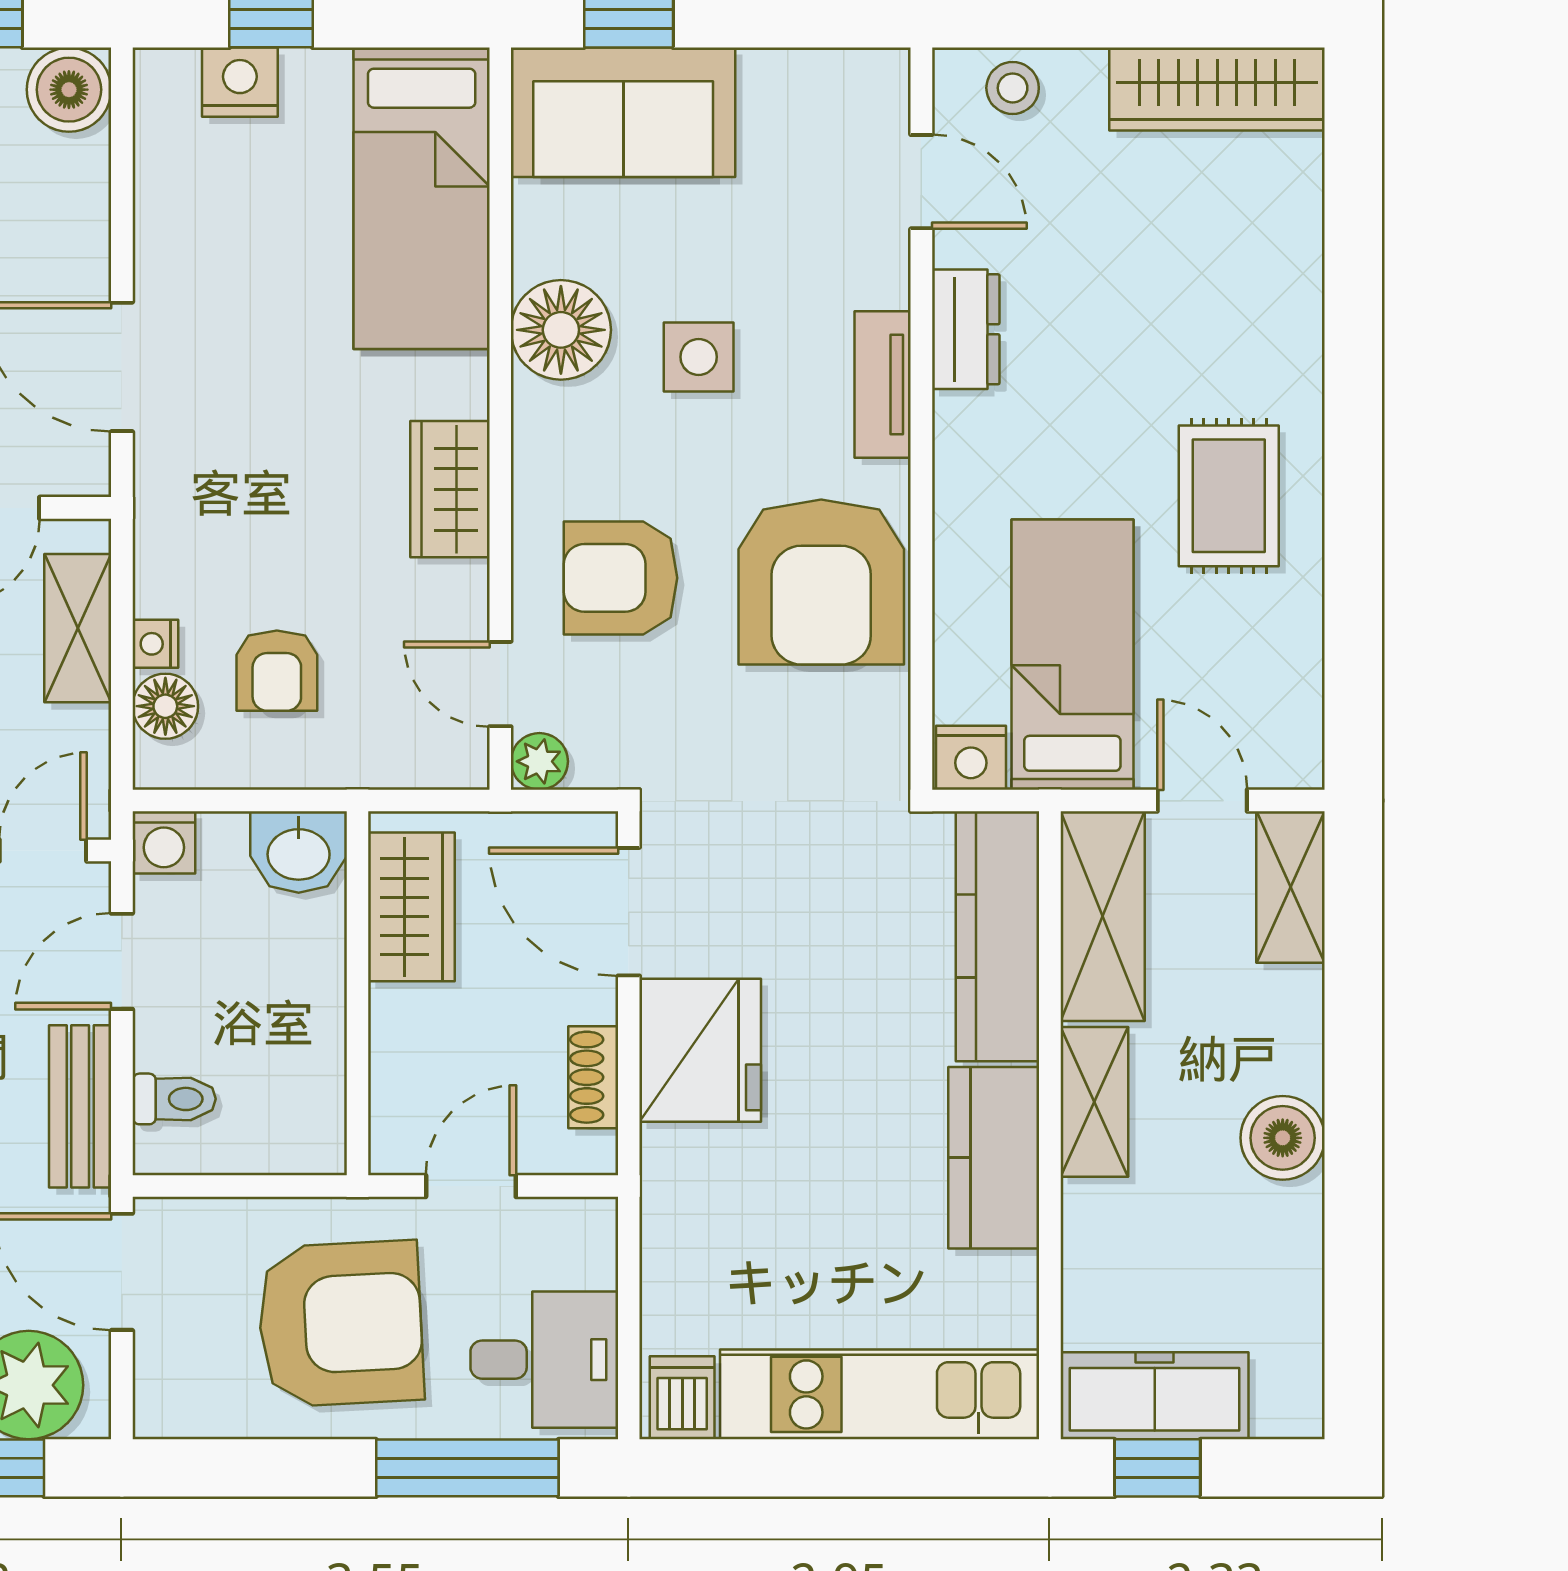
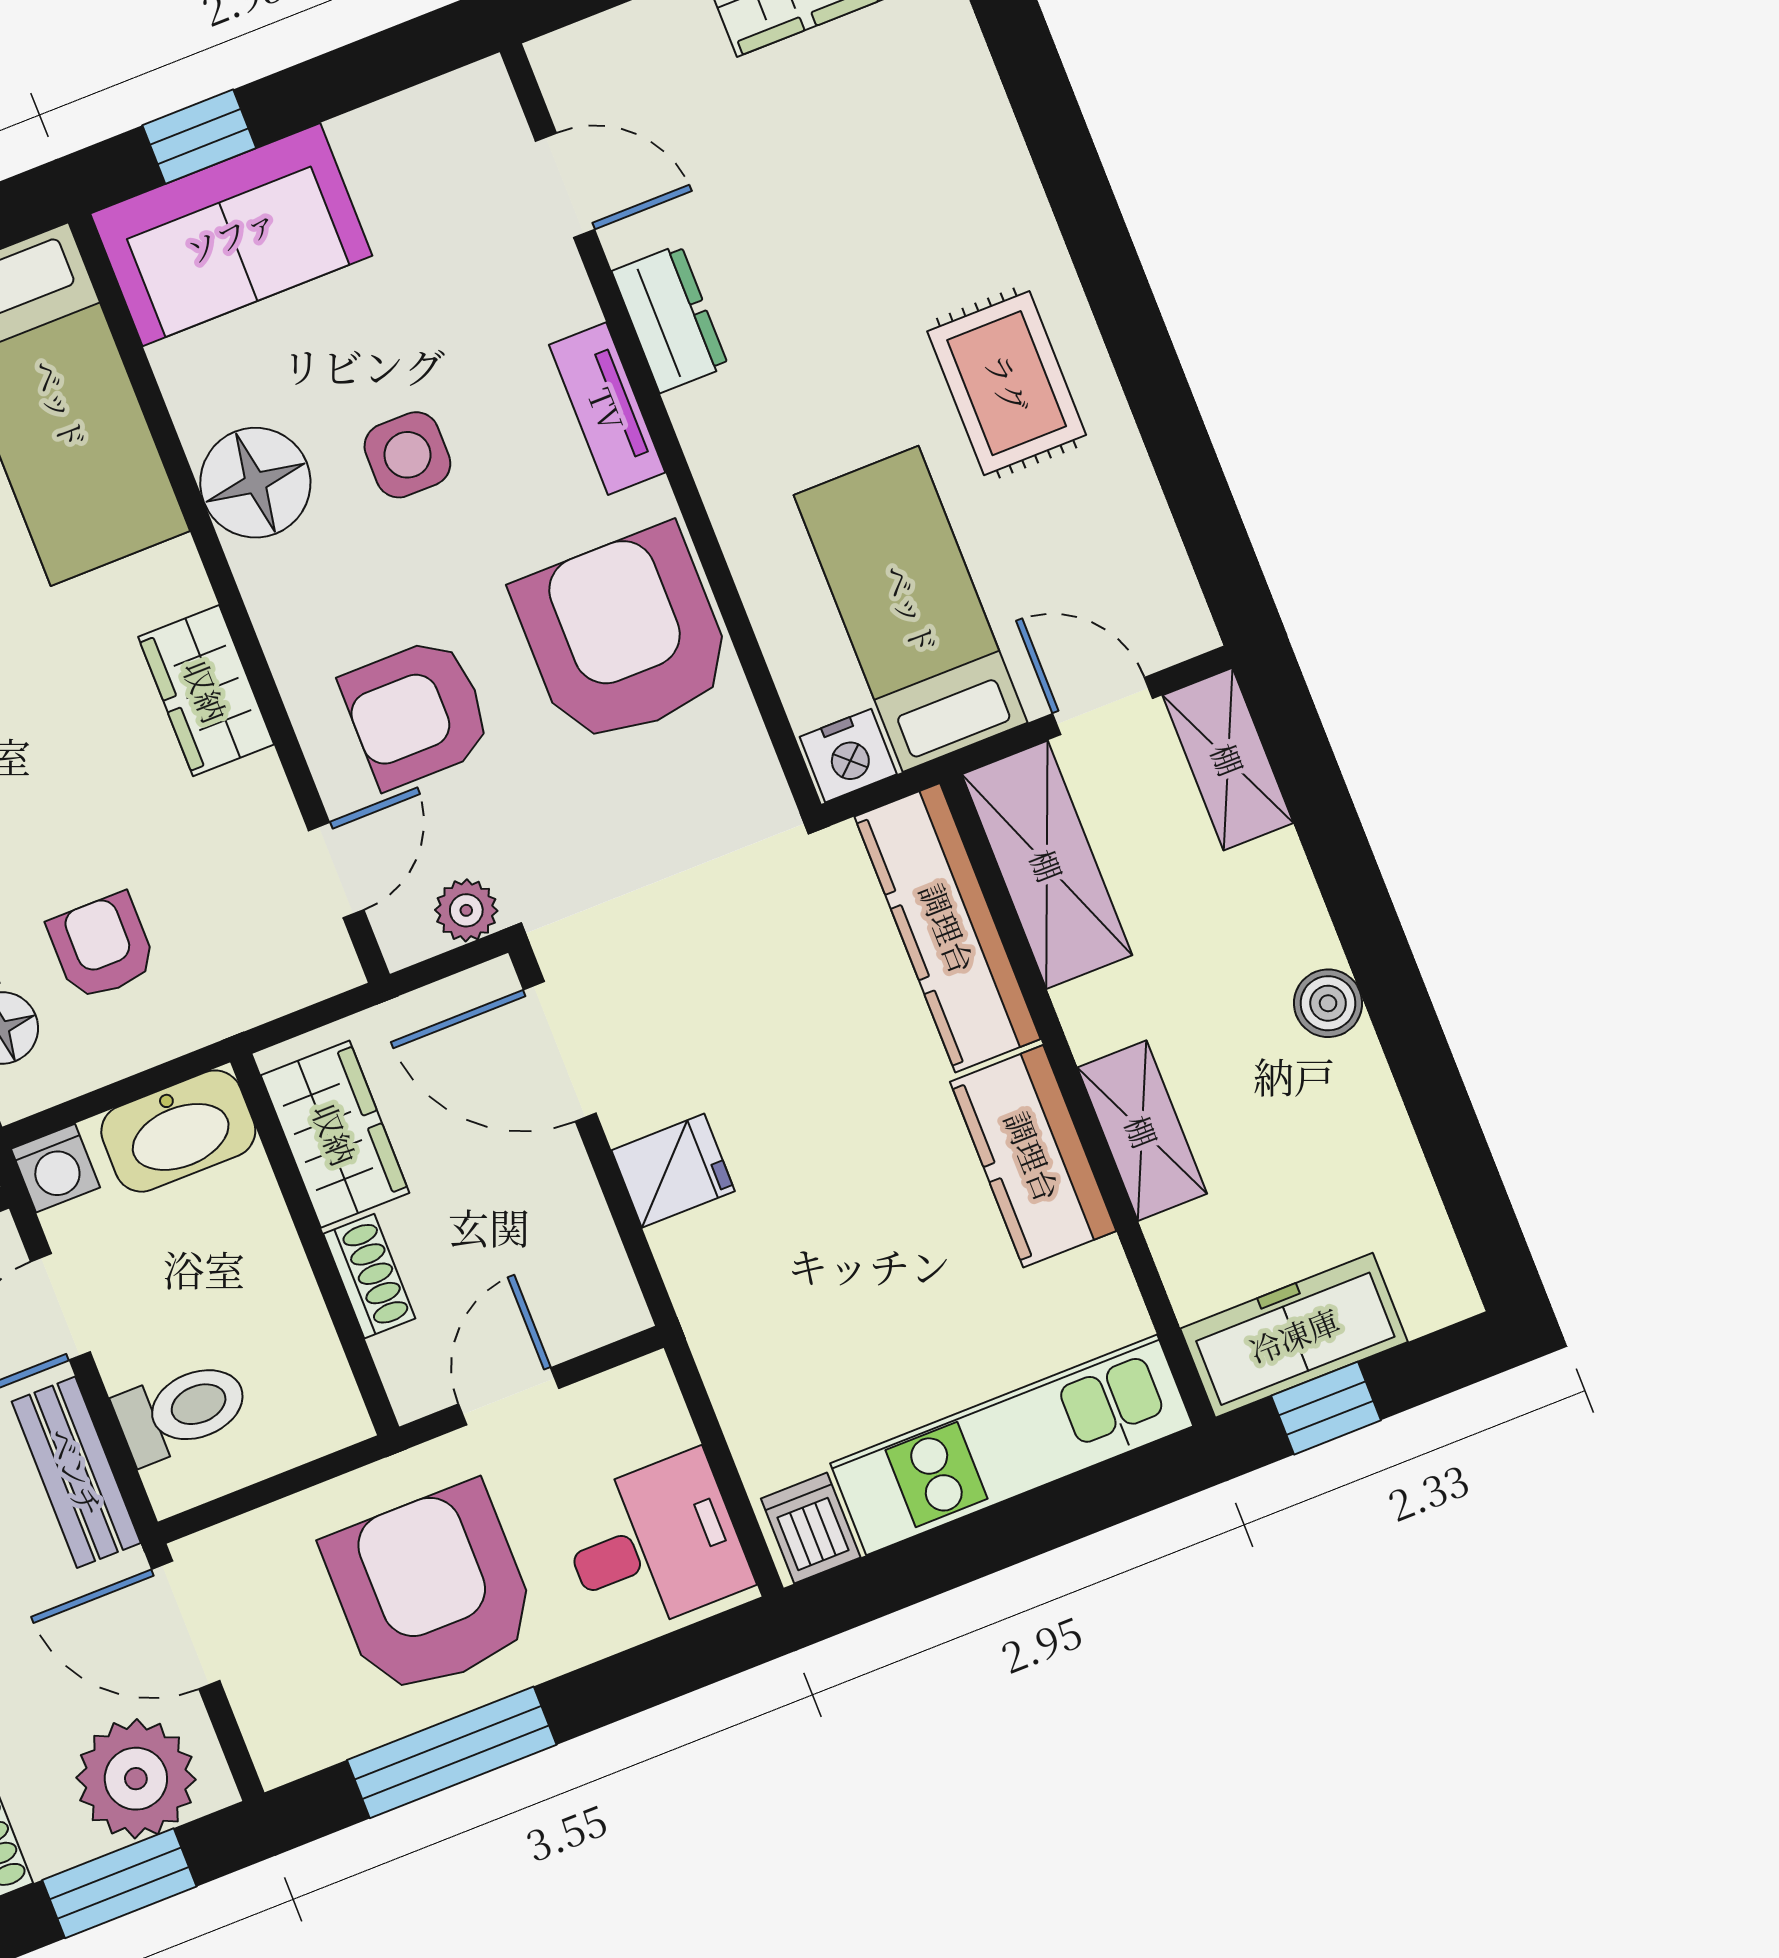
stool: (1013, 88) -> (621, 52), removed
armchair: (821, 582) -> (624, 636), turned 180
armchair: (277, 671) -> (102, 947), turned 180
door: (500, 684) -> (336, 870), swing flipped
plant: (539, 761) -> (466, 910), moved
washbasin: (299, 852) -> (178, 1131), width x1.38
fridge: (700, 1050) -> (673, 1171), width x0.53, depth x0.75
shoe rack: (593, 1077) -> (369, 1276), moved, turned 180
toilet: (174, 1099) -> (182, 1411), width x1.37, depth x1.39
shelving: (1094, 1102) -> (1142, 1131), moved
boiler: (1283, 1138) -> (1328, 1003), width x0.73, depth x0.73
armchair: (341, 1324) -> (431, 1590), turned -87
window: (467, 1468) -> (452, 1752), moved

